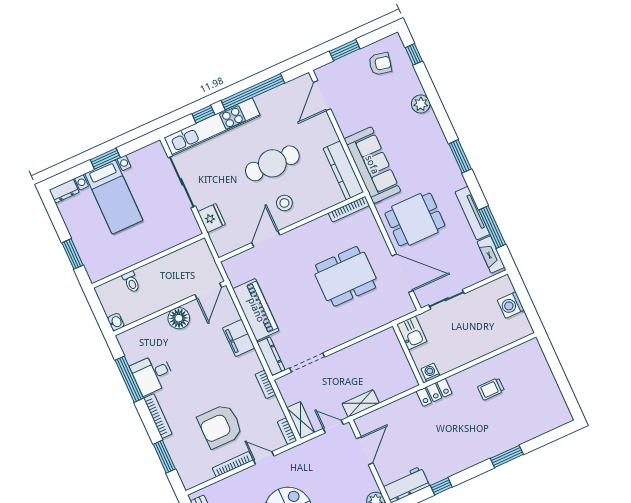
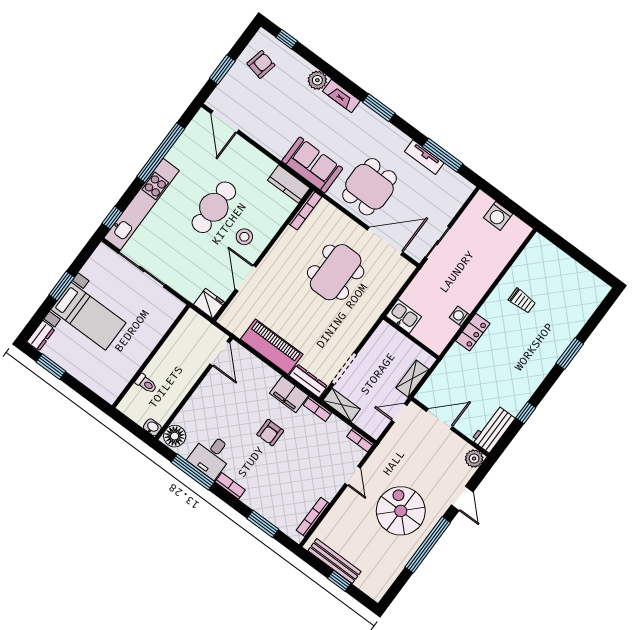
window: (203, 114) -> (112, 218), moved
sofa: (372, 165) -> (312, 165), width x0.73
kitchen counter: (343, 170) -> (289, 184), width x0.67
tv unit: (472, 213) -> (424, 157), width x0.71
fridge: (211, 218) -> (209, 304), moved
window: (72, 254) -> (51, 367), moved
fireplace: (491, 255) -> (341, 96), moved
floor lamp: (179, 318) -> (175, 436), moved
kitchen sink: (412, 333) -> (404, 316), moved
filing cabinet: (239, 338) -> (289, 394), moved
wall: (408, 355) -> (411, 338), moved
trolley: (491, 389) -> (522, 301), turned -90
bookcase: (158, 416) -> (230, 486), width x0.64
shelving: (301, 420) -> (342, 405), moved
armchair: (220, 426) -> (270, 433), moved, width x0.53, depth x0.53
door: (365, 451) -> (439, 419), hinge flipped
door: (264, 458) -> (353, 476), swing flipped
bookcase: (233, 464) -> (313, 517), moved

